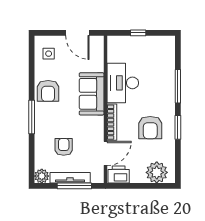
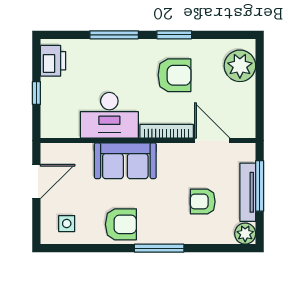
printer: (119, 175) -> (53, 61), moved, turned 180

